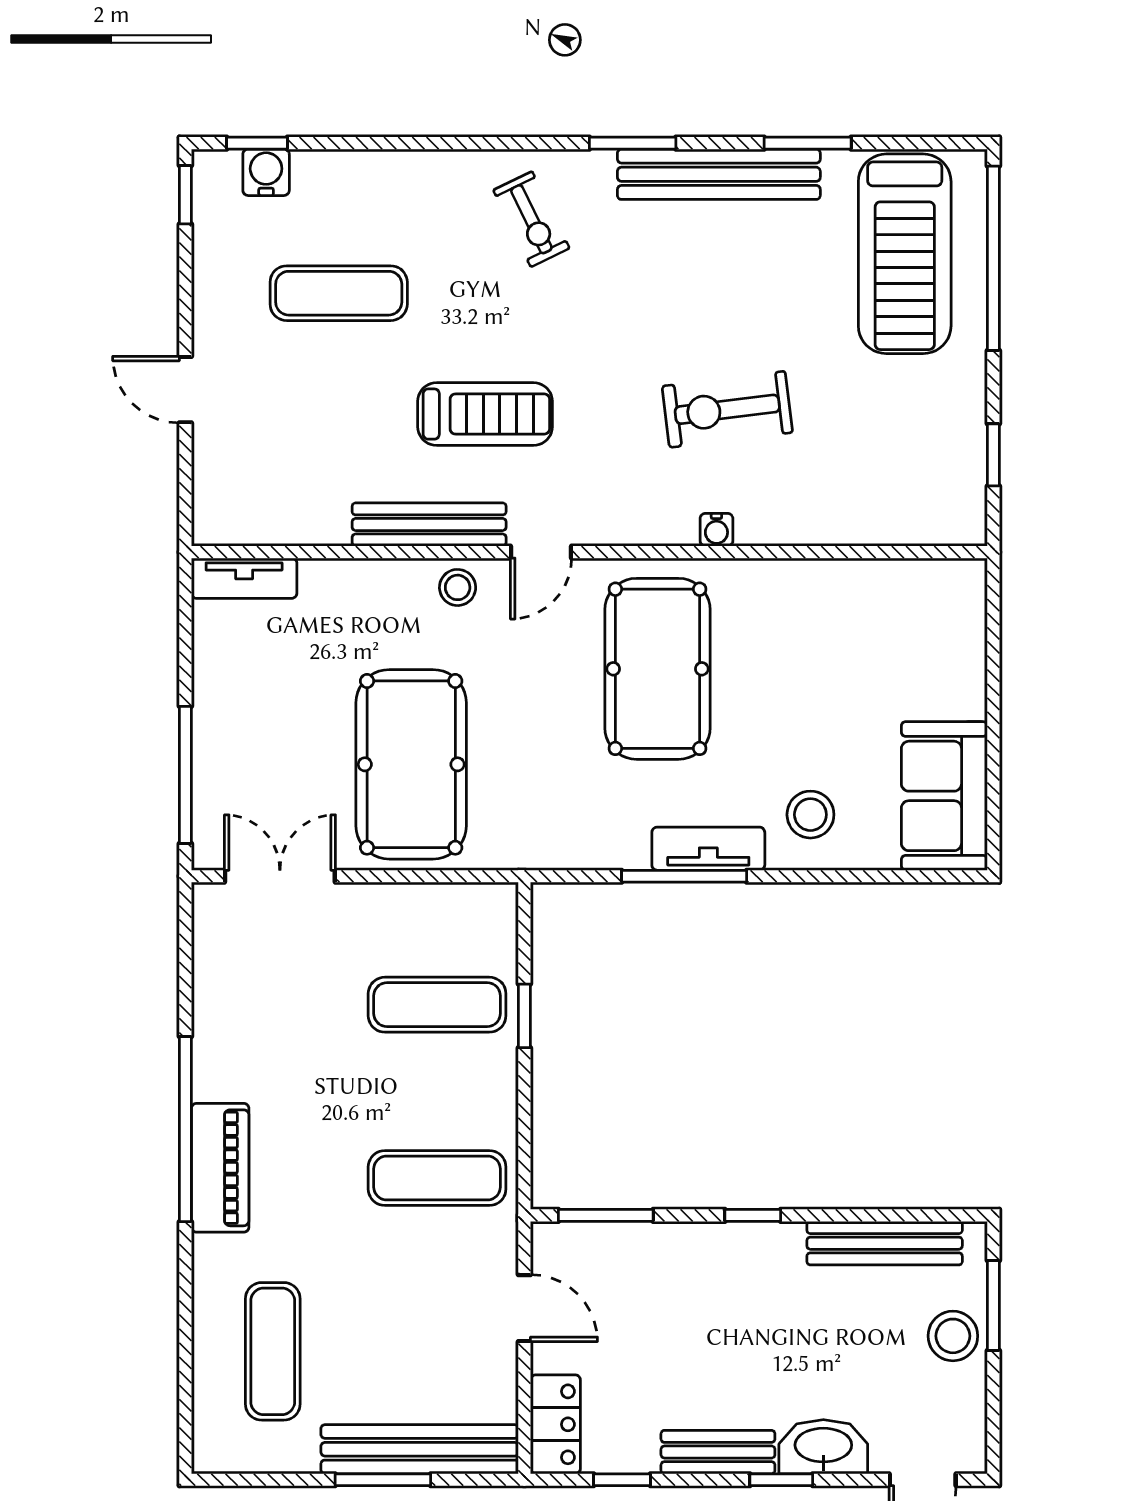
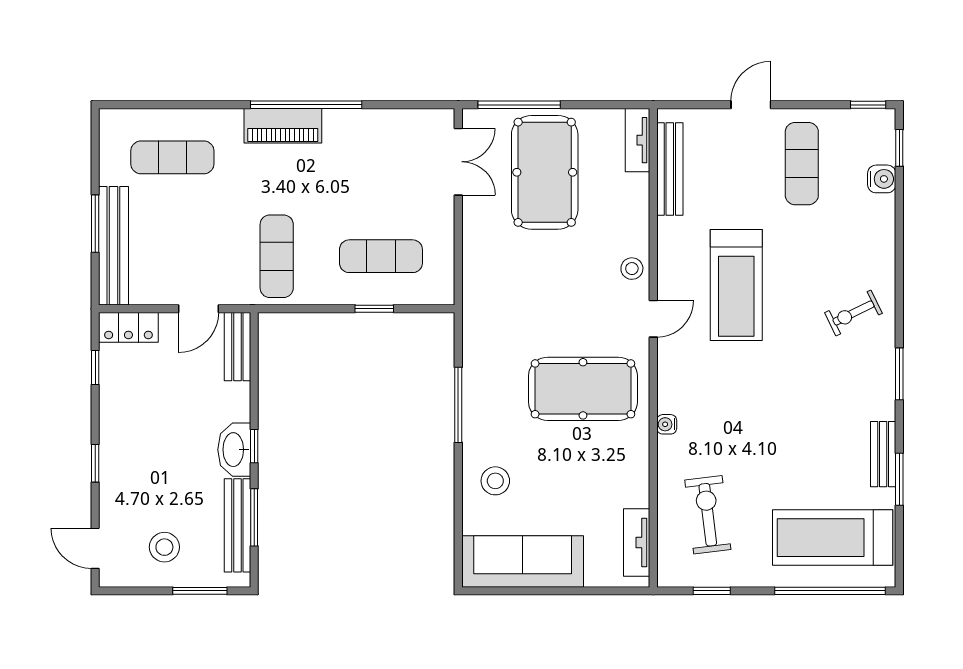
water cooler: (266, 172) -> (882, 179), moved
bench: (719, 174) -> (883, 454), width x0.54, depth x0.82
exercise mat: (339, 293) -> (802, 164), moved
exercise bike: (727, 409) -> (708, 515), moved
treadmill: (485, 414) -> (736, 285), width x1.37, depth x1.38
bench: (429, 524) -> (670, 169), moved
door: (541, 552) -> (653, 319), swing flipped
pool table: (411, 764) -> (545, 172), moved, turned 90
sofa: (944, 796) -> (523, 561), width x1.36
tv unit: (708, 849) -> (637, 543), moved, turned 180
exercise mat: (437, 1005) -> (381, 256), turned 90
window: (606, 1215) -> (254, 517), moved
stool: (953, 1336) -> (164, 547), moved
washbasin: (823, 1447) -> (234, 450), moved, turned 180
bench: (718, 1452) -> (237, 347), moved

